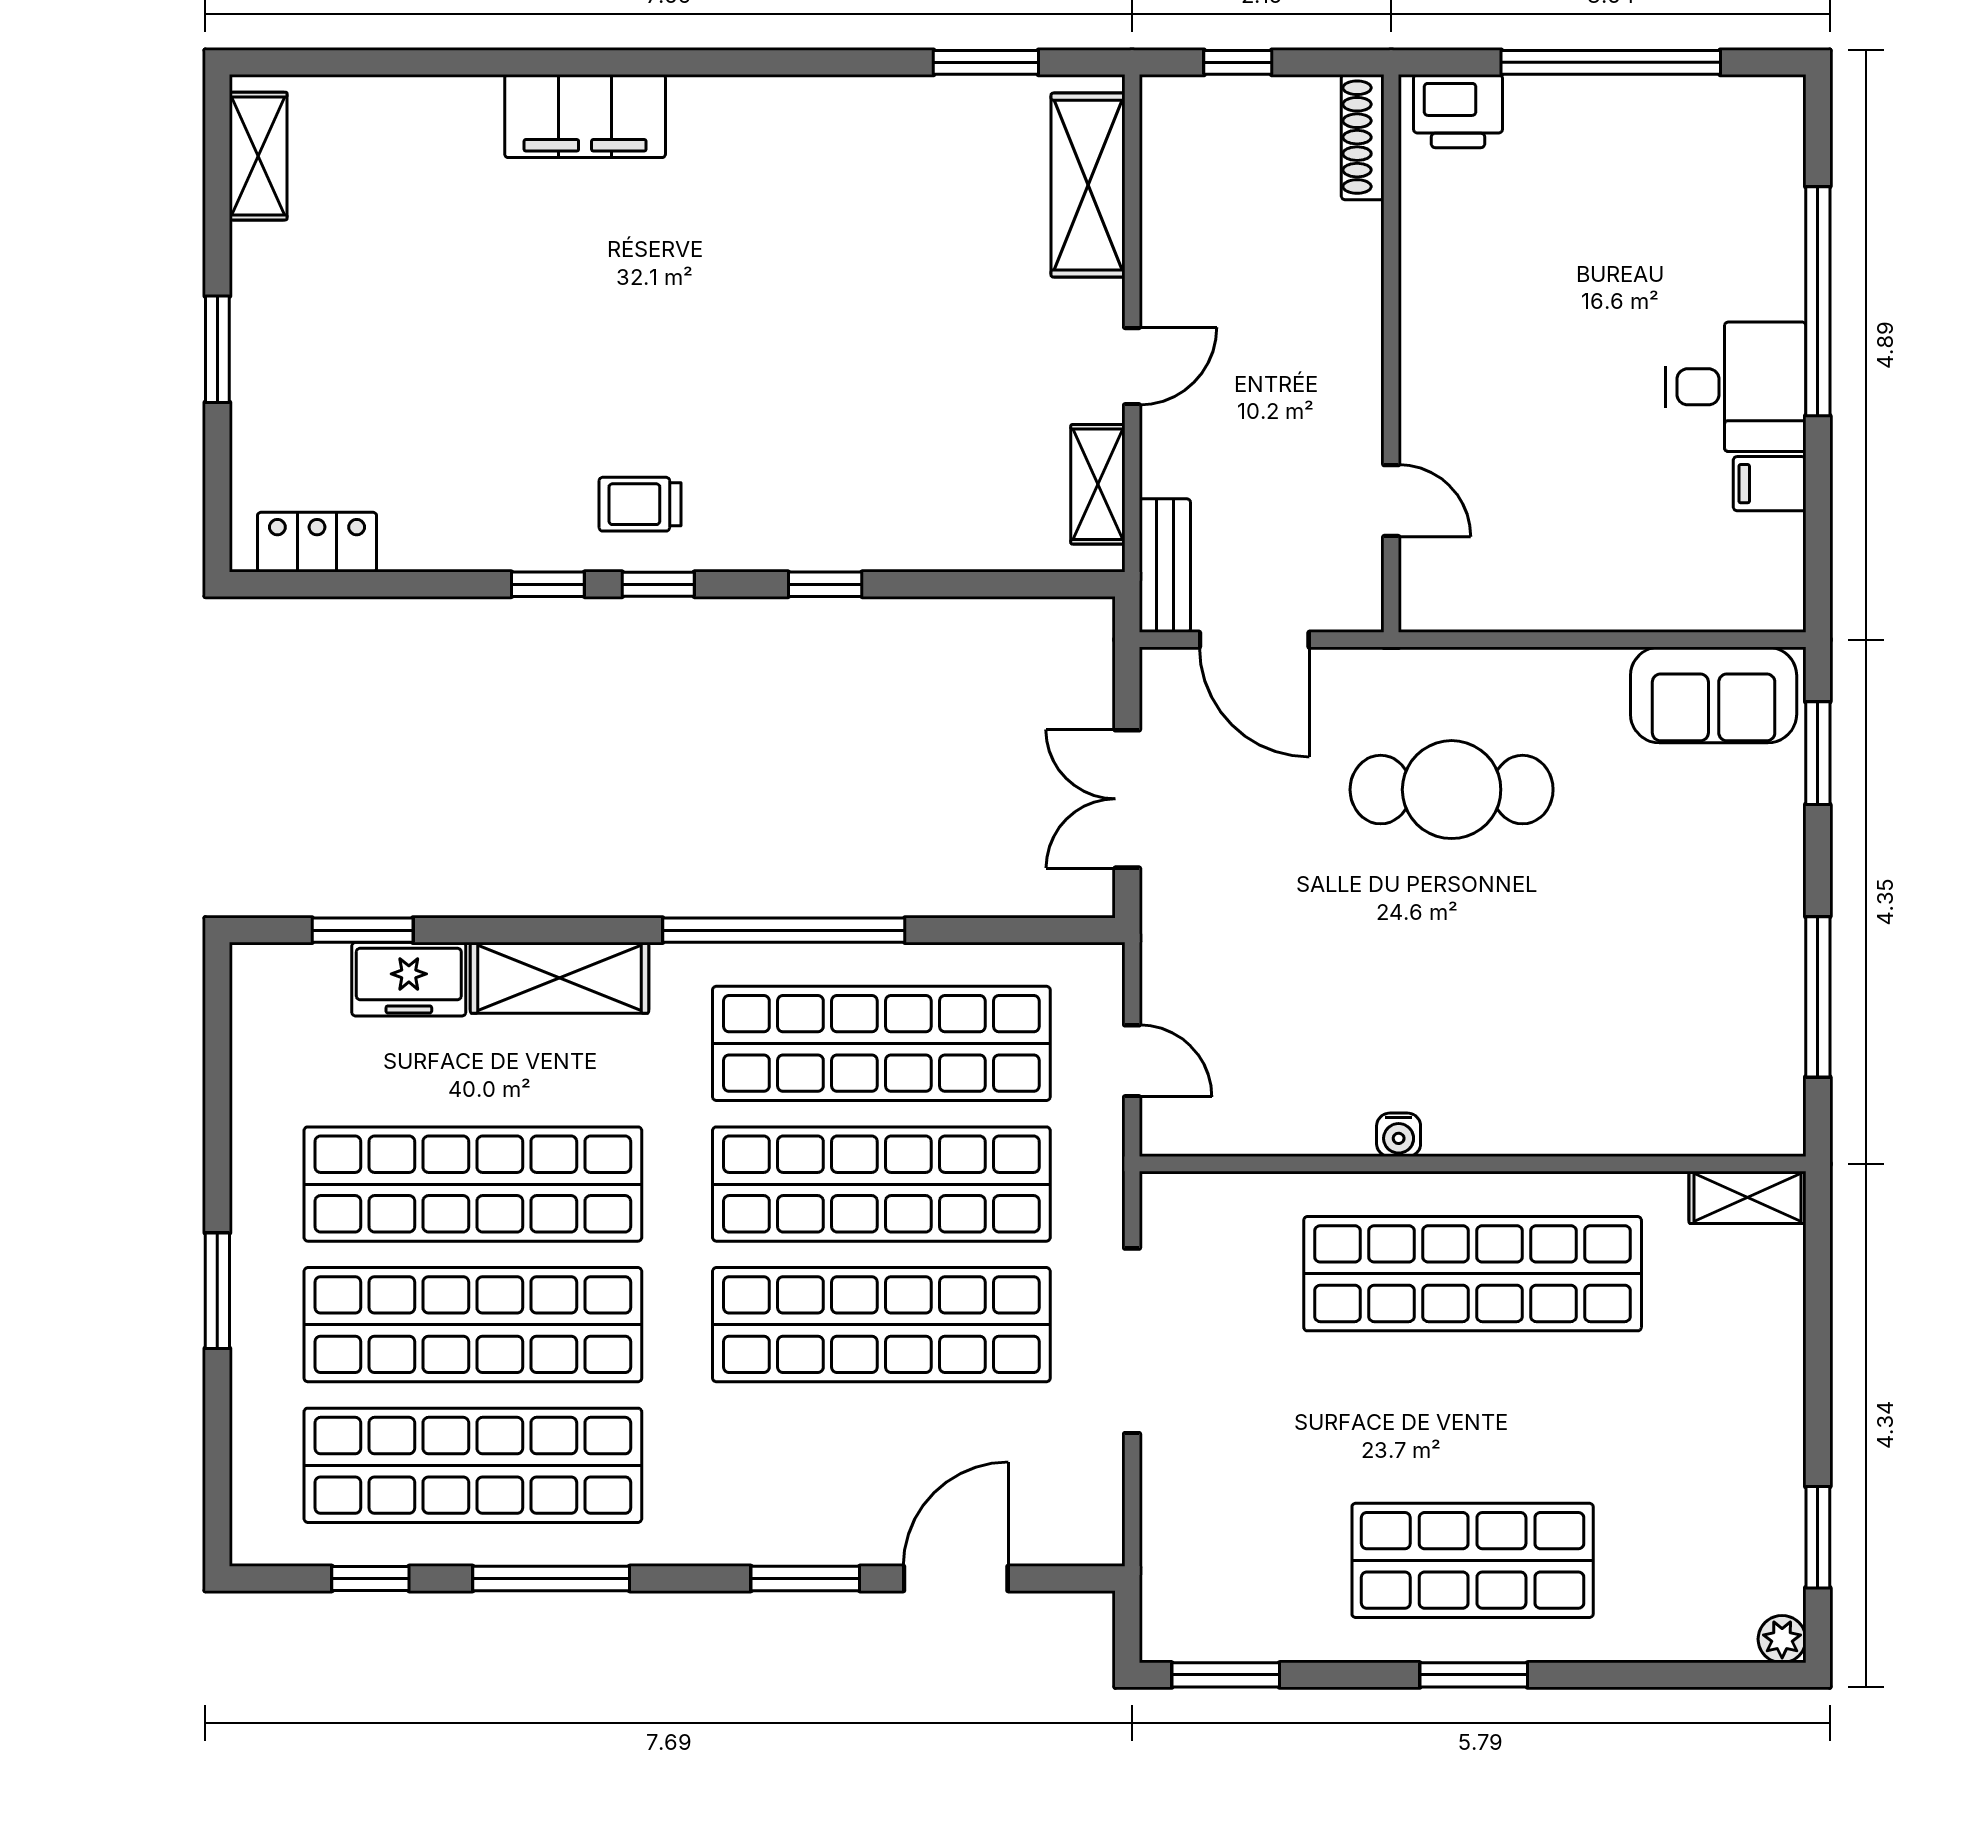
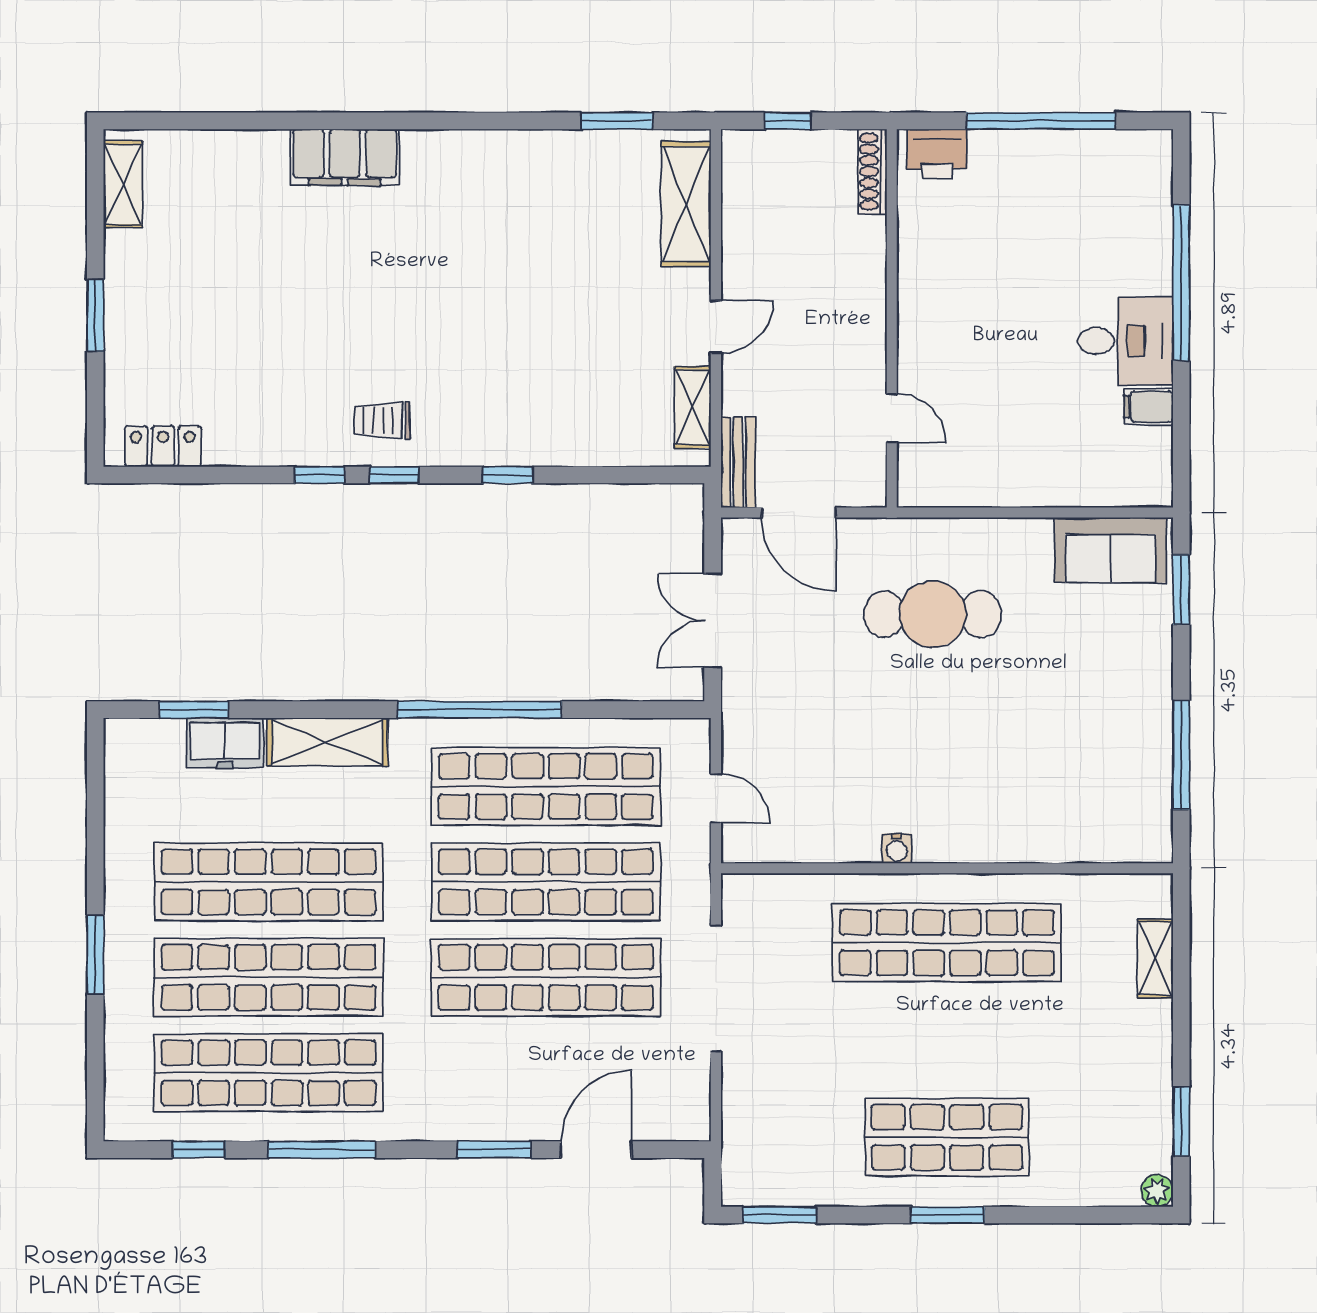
shelving: (1747, 1197) -> (1155, 959), moved, turned 90

